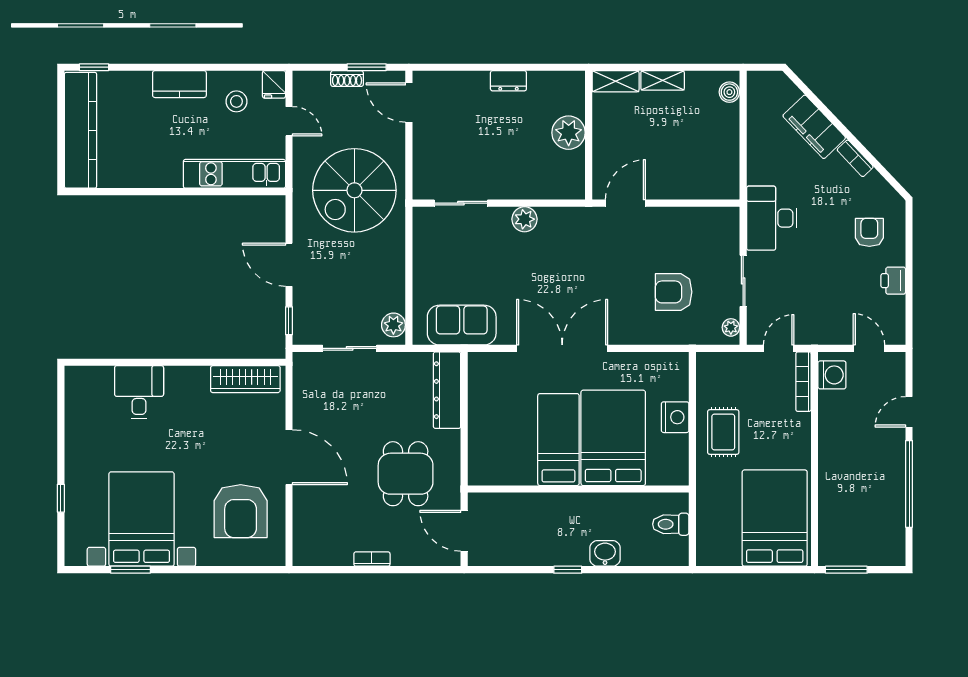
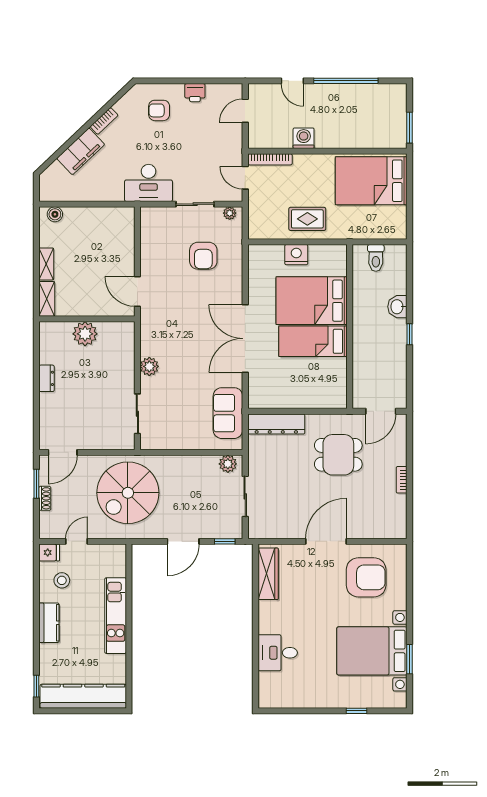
kitchen unit: (234, 174) -> (116, 616), moved
spiral stairs: (354, 190) -> (128, 493), turned 90
washing machine: (832, 375) -> (304, 138), moved

